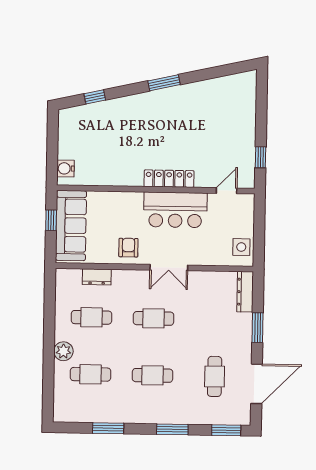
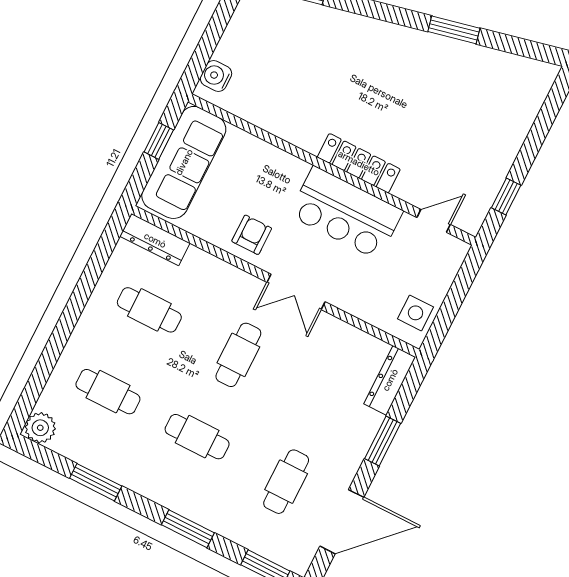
window: (164, 83) -> (454, 30), moved
dresser: (97, 277) -> (155, 240), moved, width x1.44
cafe table: (154, 318) -> (238, 355), turned 90
plant: (63, 351) -> (40, 428), moved

